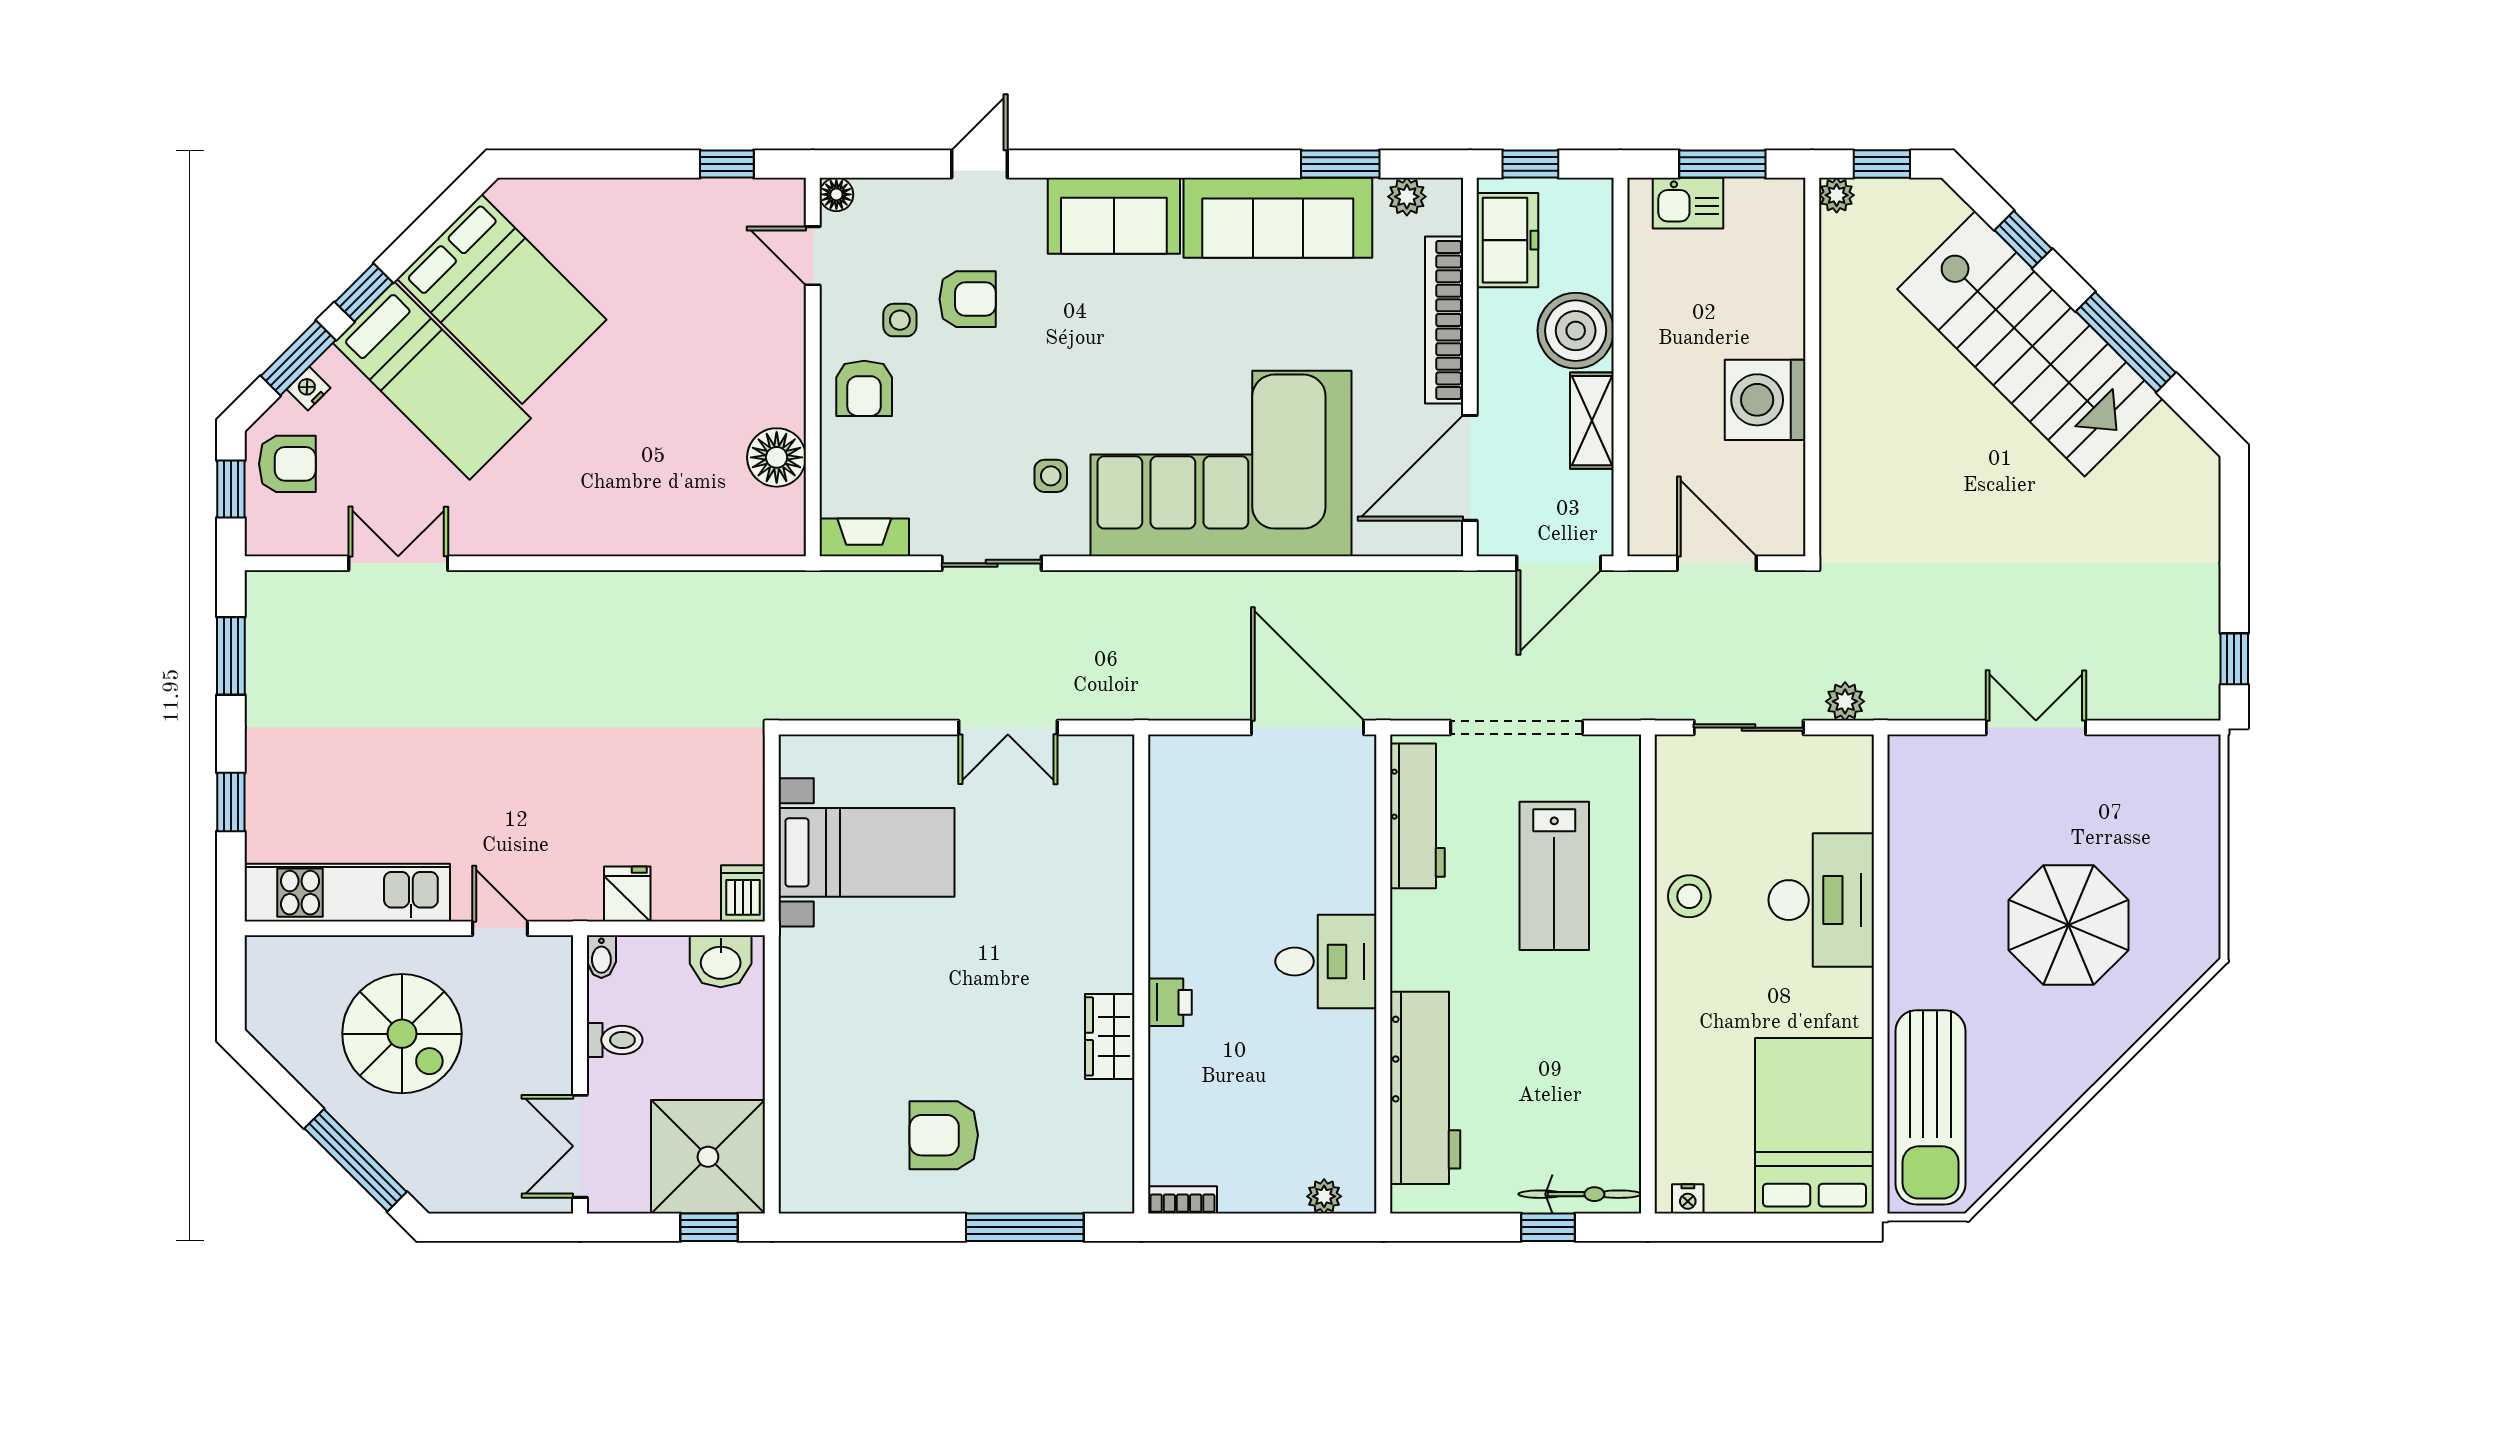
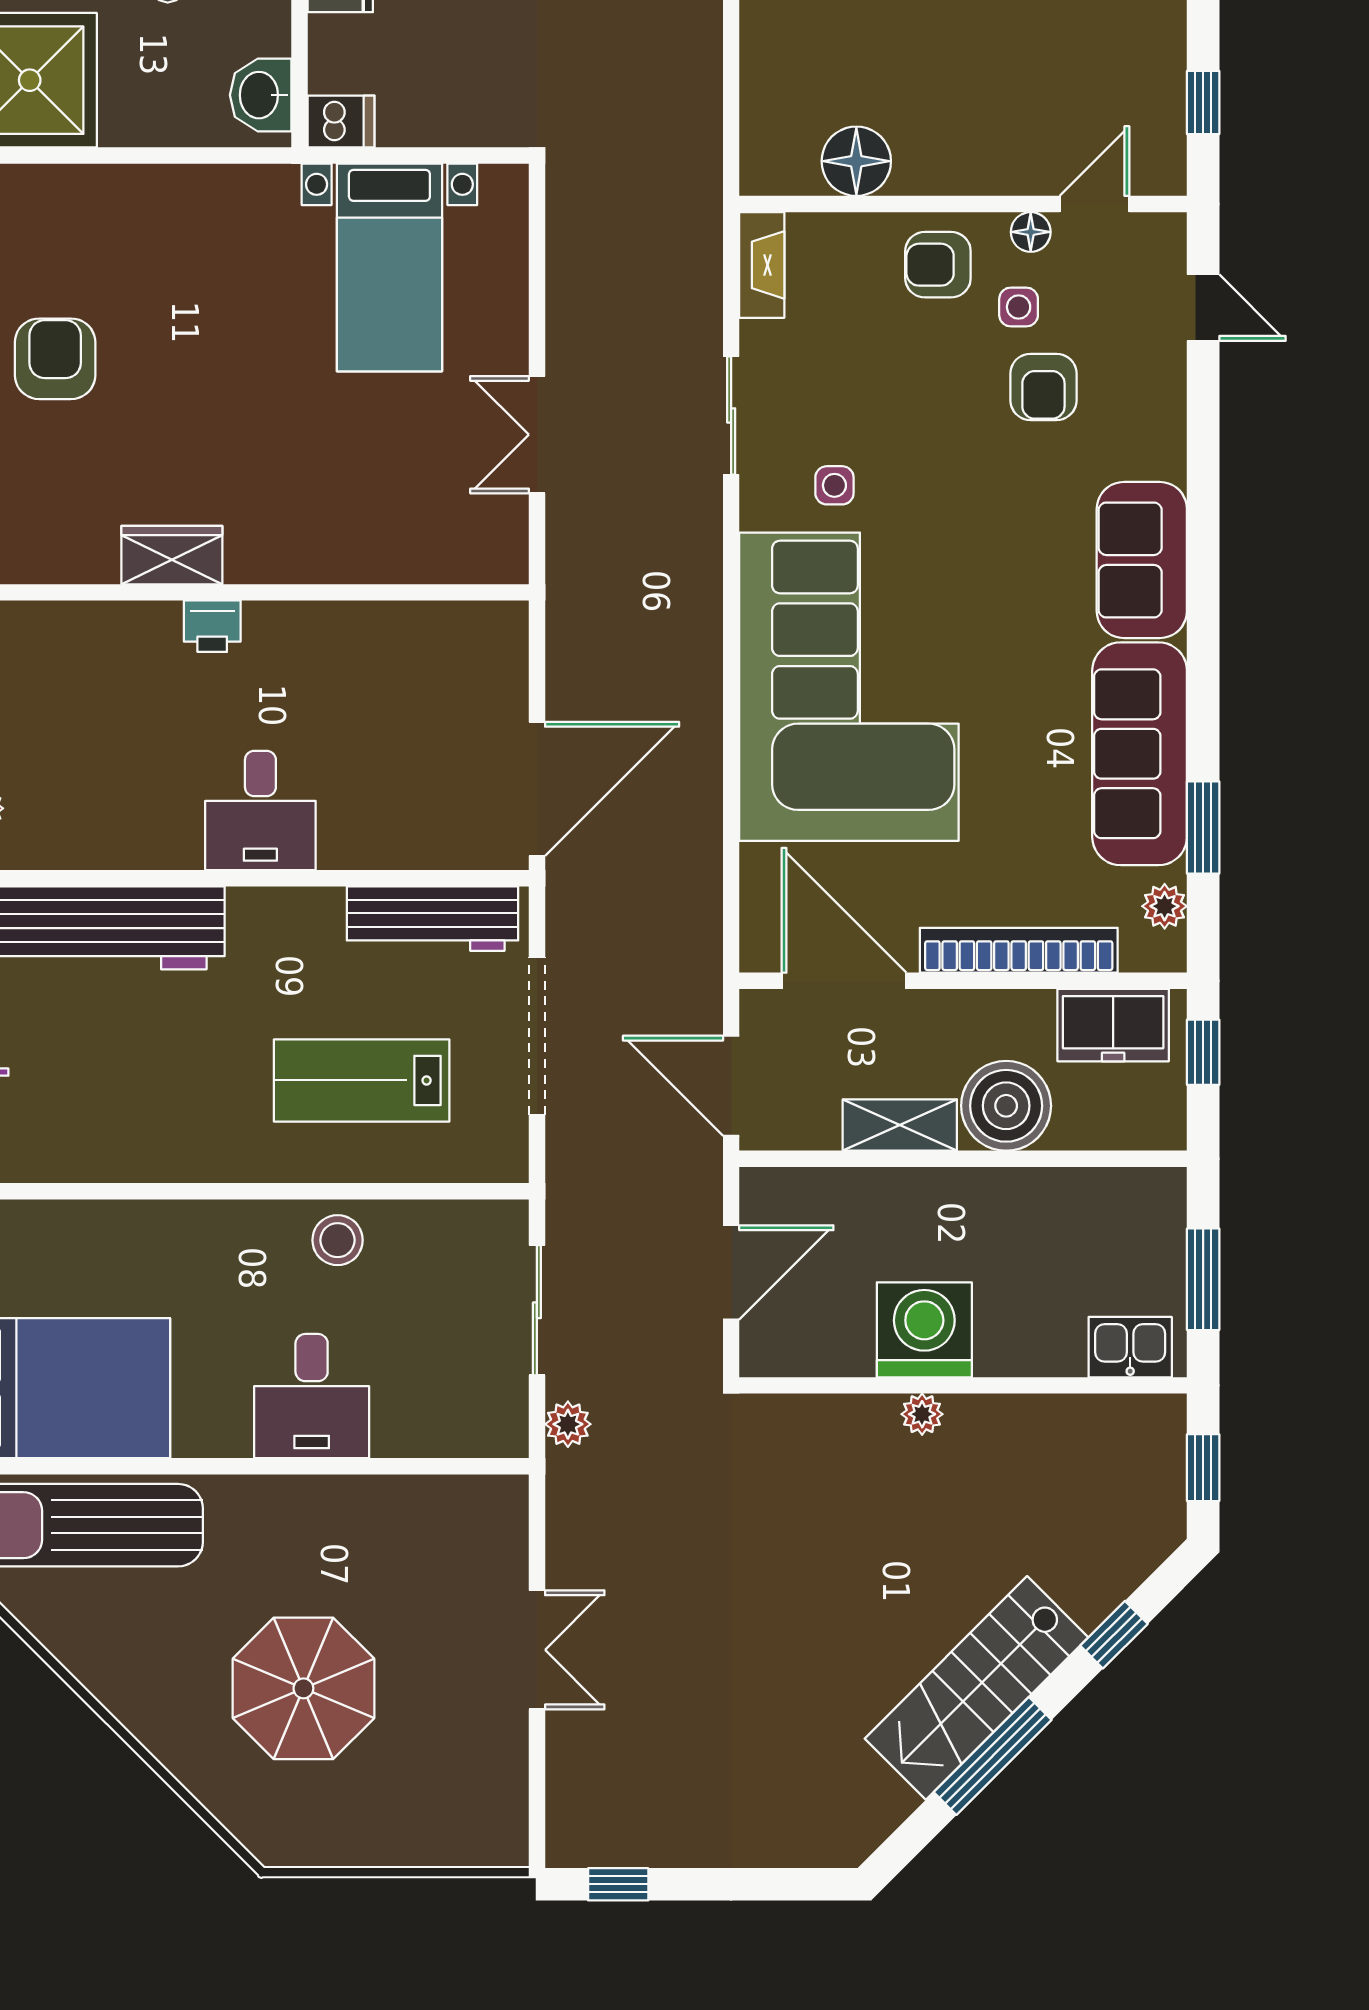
door: (980, 164) -> (1203, 308), moved
floor lamp: (836, 194) -> (1031, 232), moved
plant: (1837, 195) -> (922, 1414), moved
kitchen sink: (1688, 203) -> (1130, 1347), moved, turned 90
stairs: (2030, 344) -> (977, 1688), width x0.73, depth x0.66
desk: (1821, 900) -> (312, 1396), width x0.73

